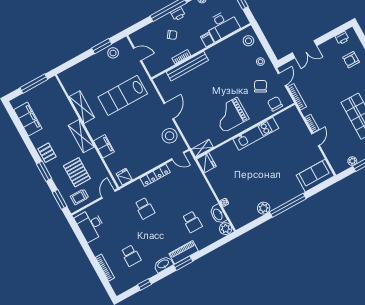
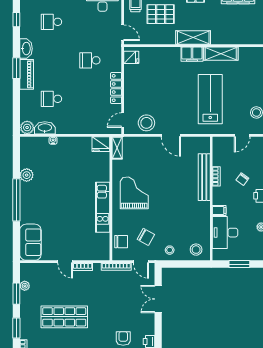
filing cabinet: (104, 146) -> (192, 54), moved

